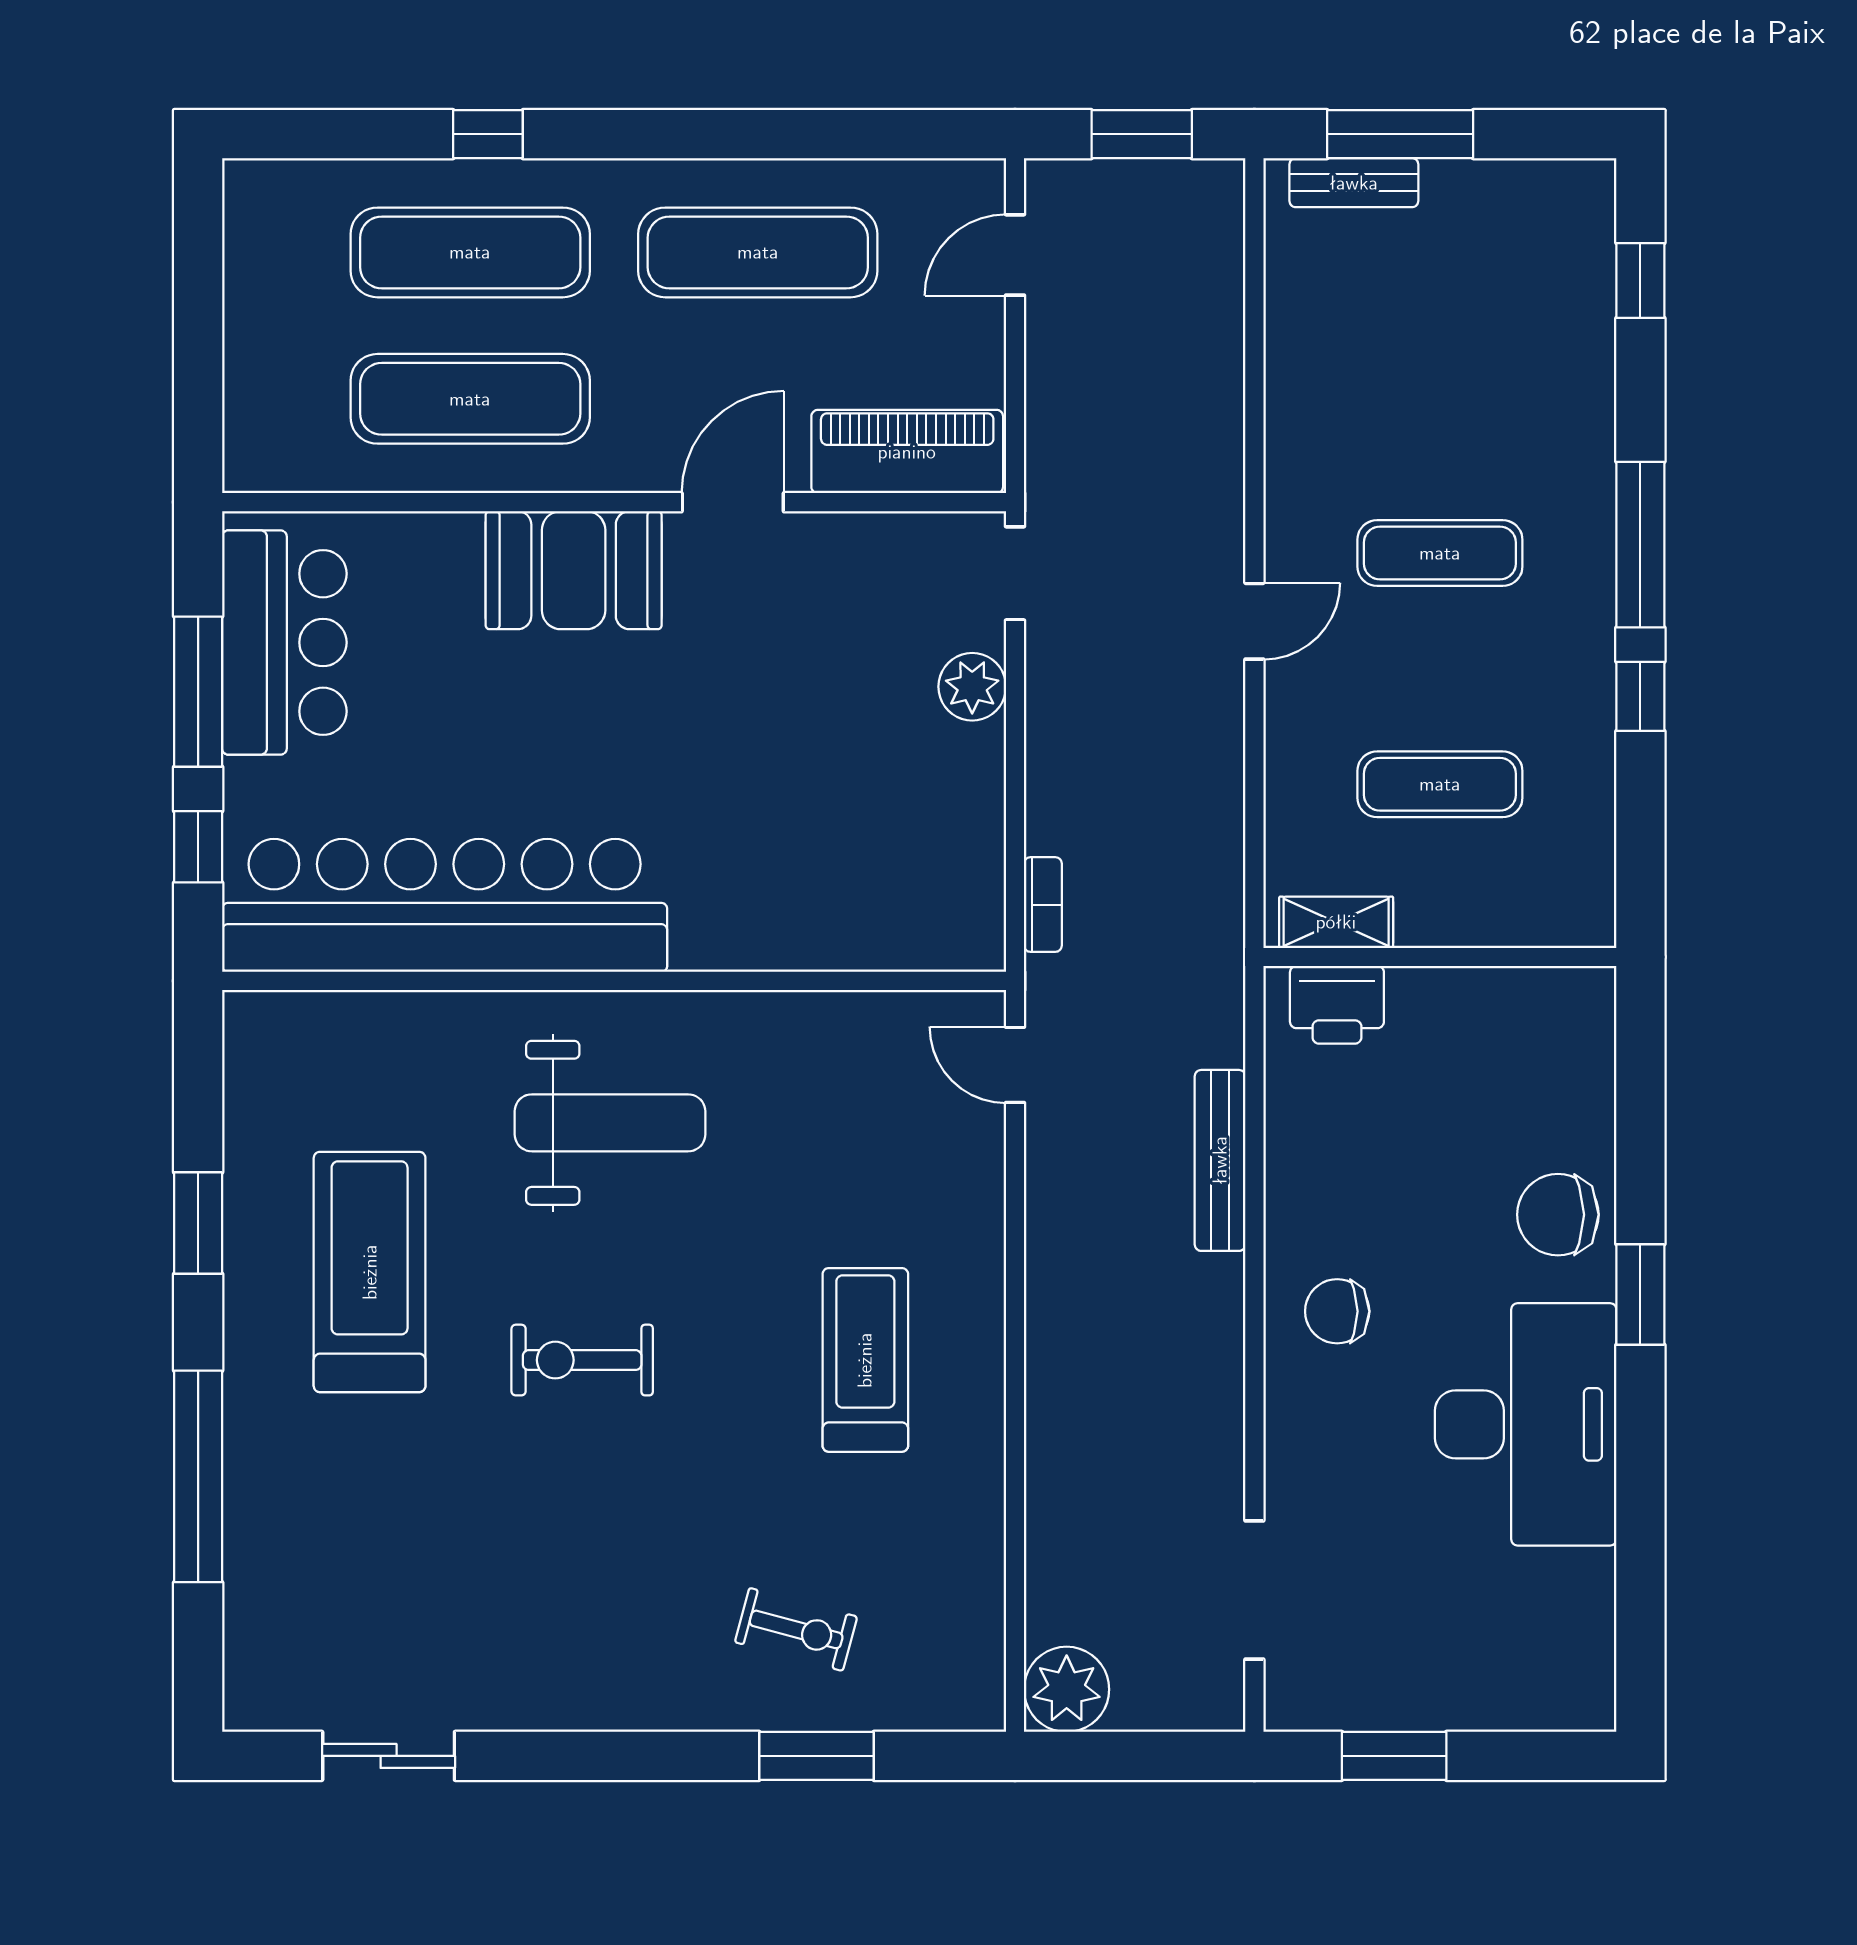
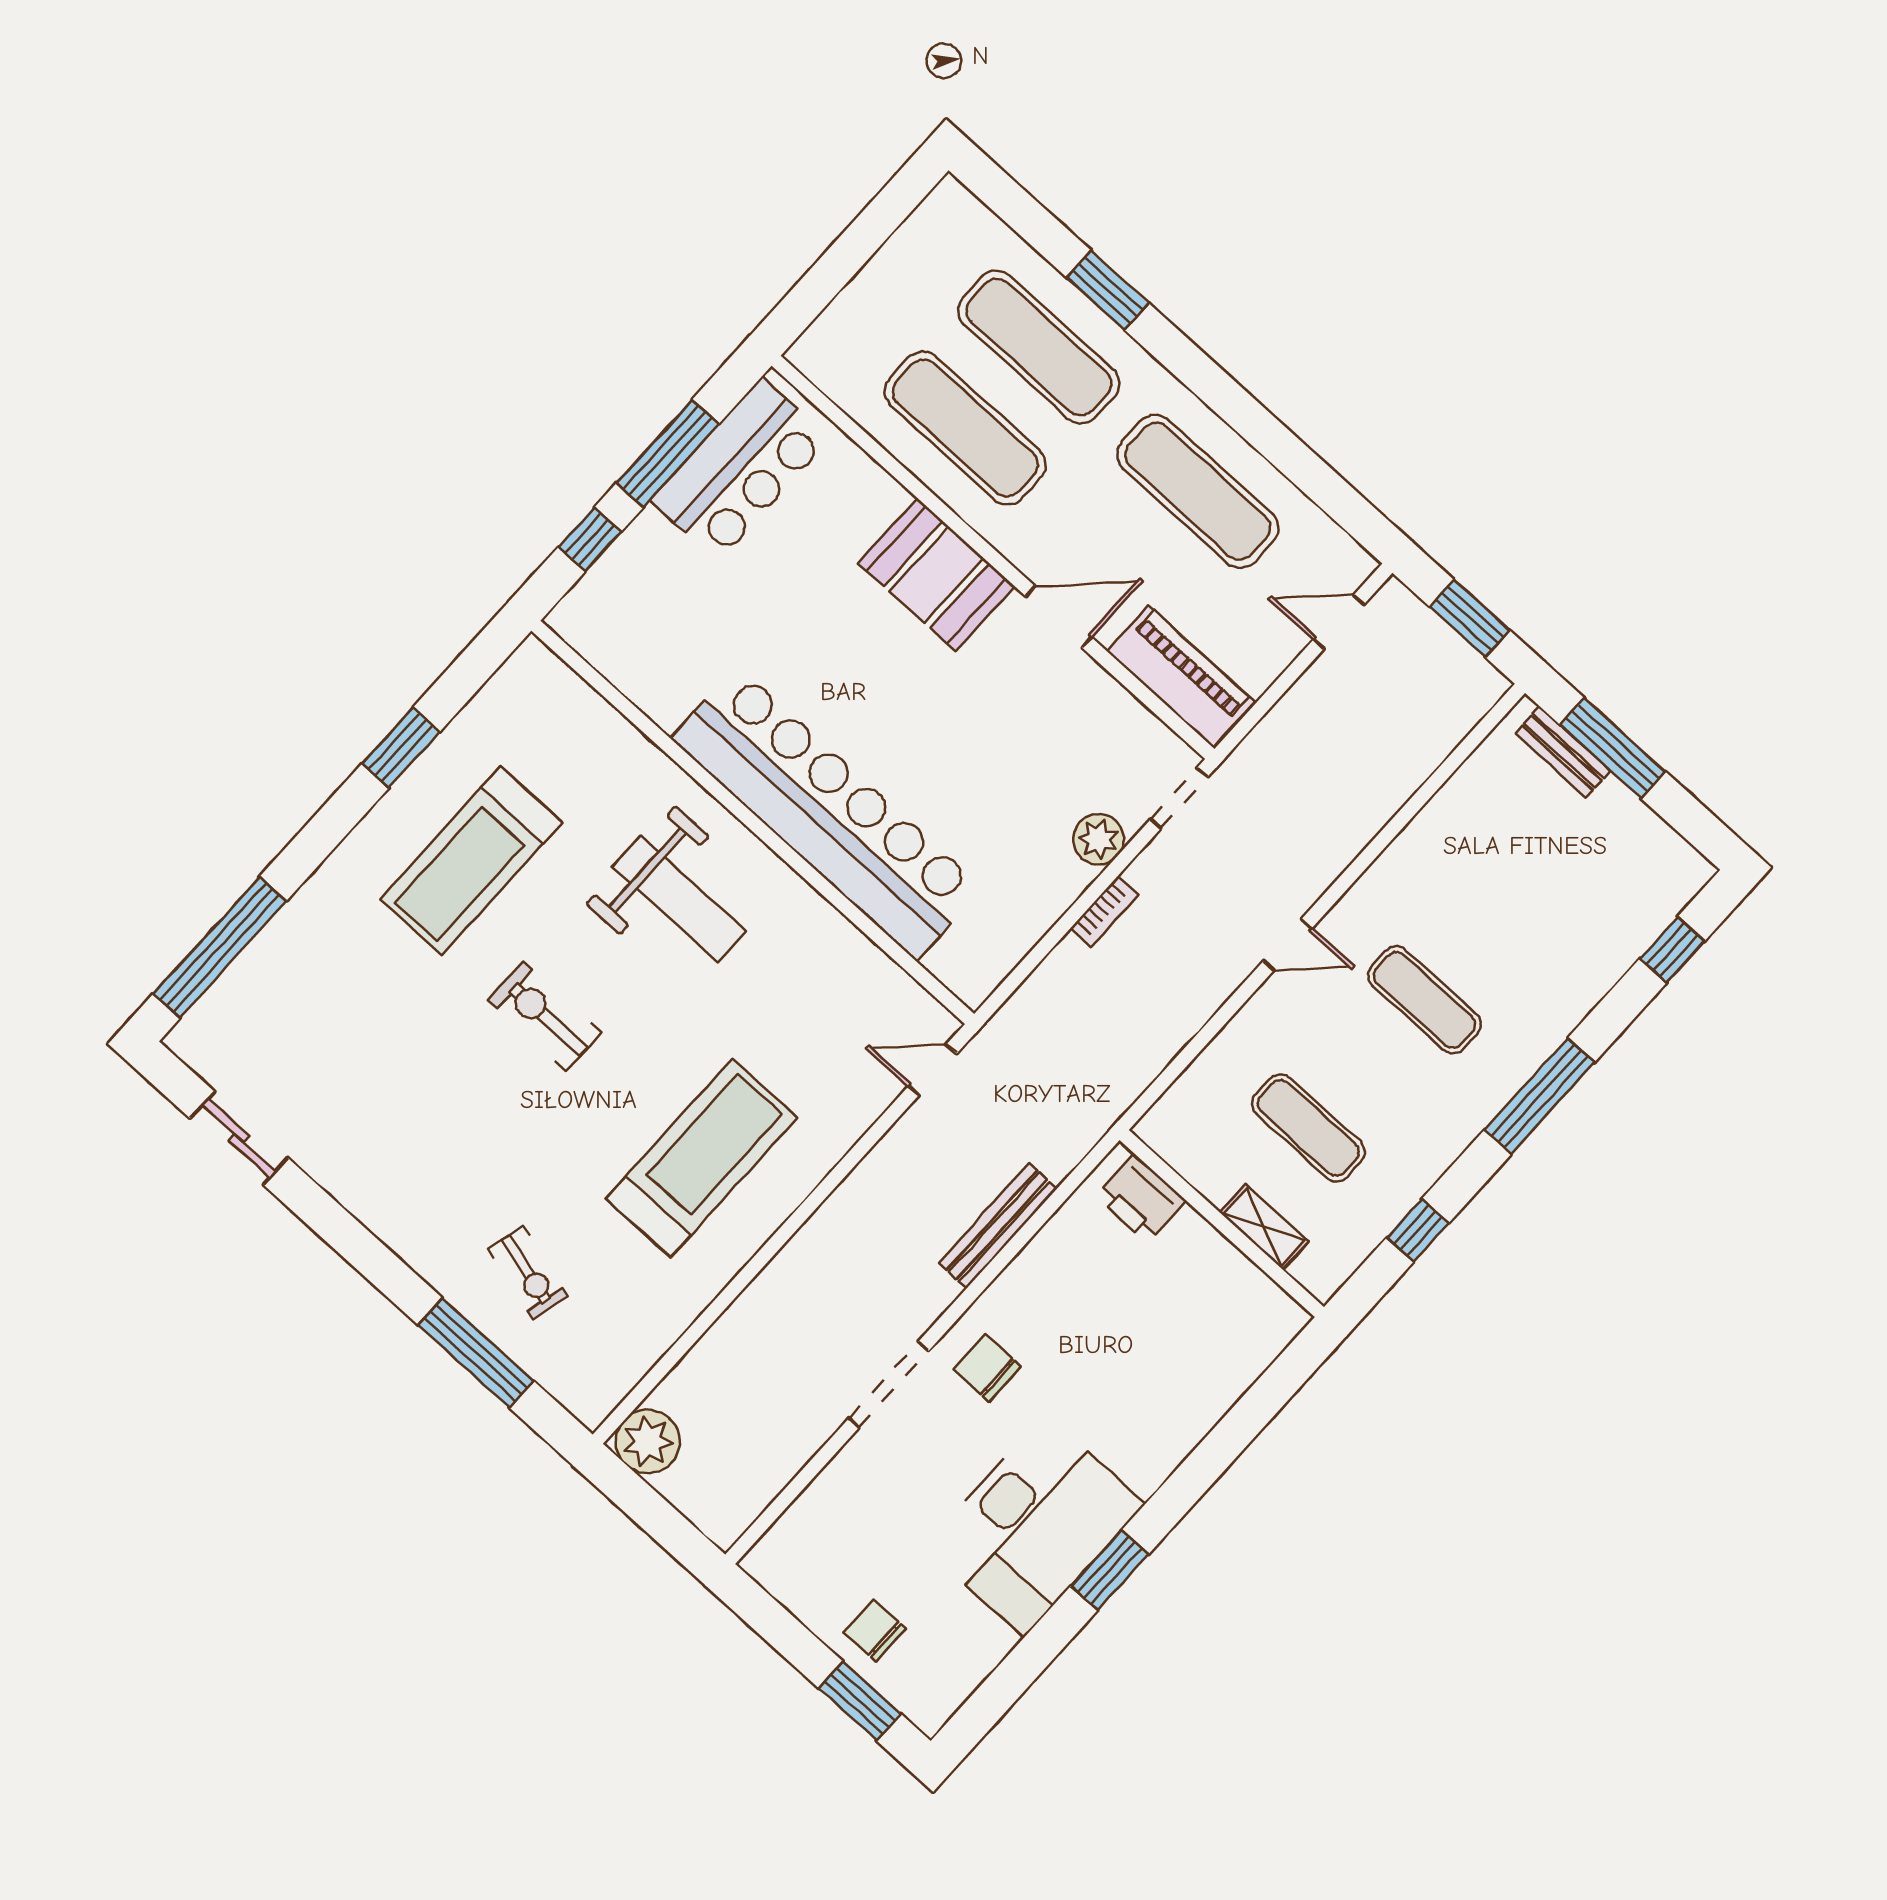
window: (488, 134) -> (1108, 290), width x1.50
window: (1640, 696) -> (1418, 1230), moved
bar counter: (445, 905) -> (827, 813), moved
bookcase: (1043, 905) -> (1104, 912), moved
shelving: (1336, 922) -> (1264, 1227), moved
door: (1015, 1065) -> (932, 1070), hinge flipped
chair: (1558, 1215) -> (875, 1630), moved, width x0.73, depth x0.73
treadmill: (370, 1272) -> (471, 861), turned 180
window: (1640, 1295) -> (1110, 1570), moved
treadmill: (865, 1360) -> (702, 1158), width x1.37, depth x1.38
window: (198, 1476) -> (220, 947), moved
doorway: (1254, 1590) -> (889, 1385), moved
window: (817, 1756) -> (476, 1353), width x1.44
window: (1394, 1756) -> (860, 1701), moved

